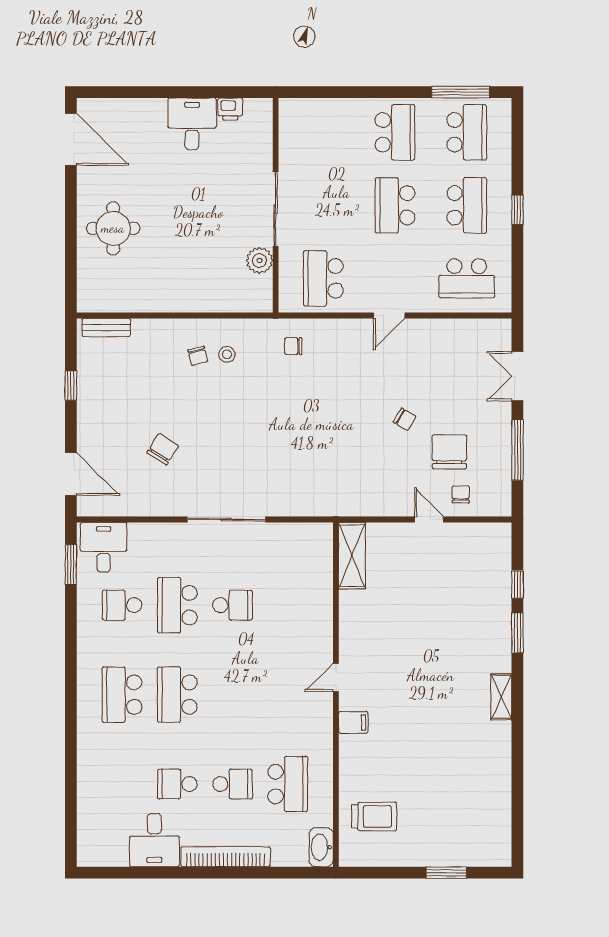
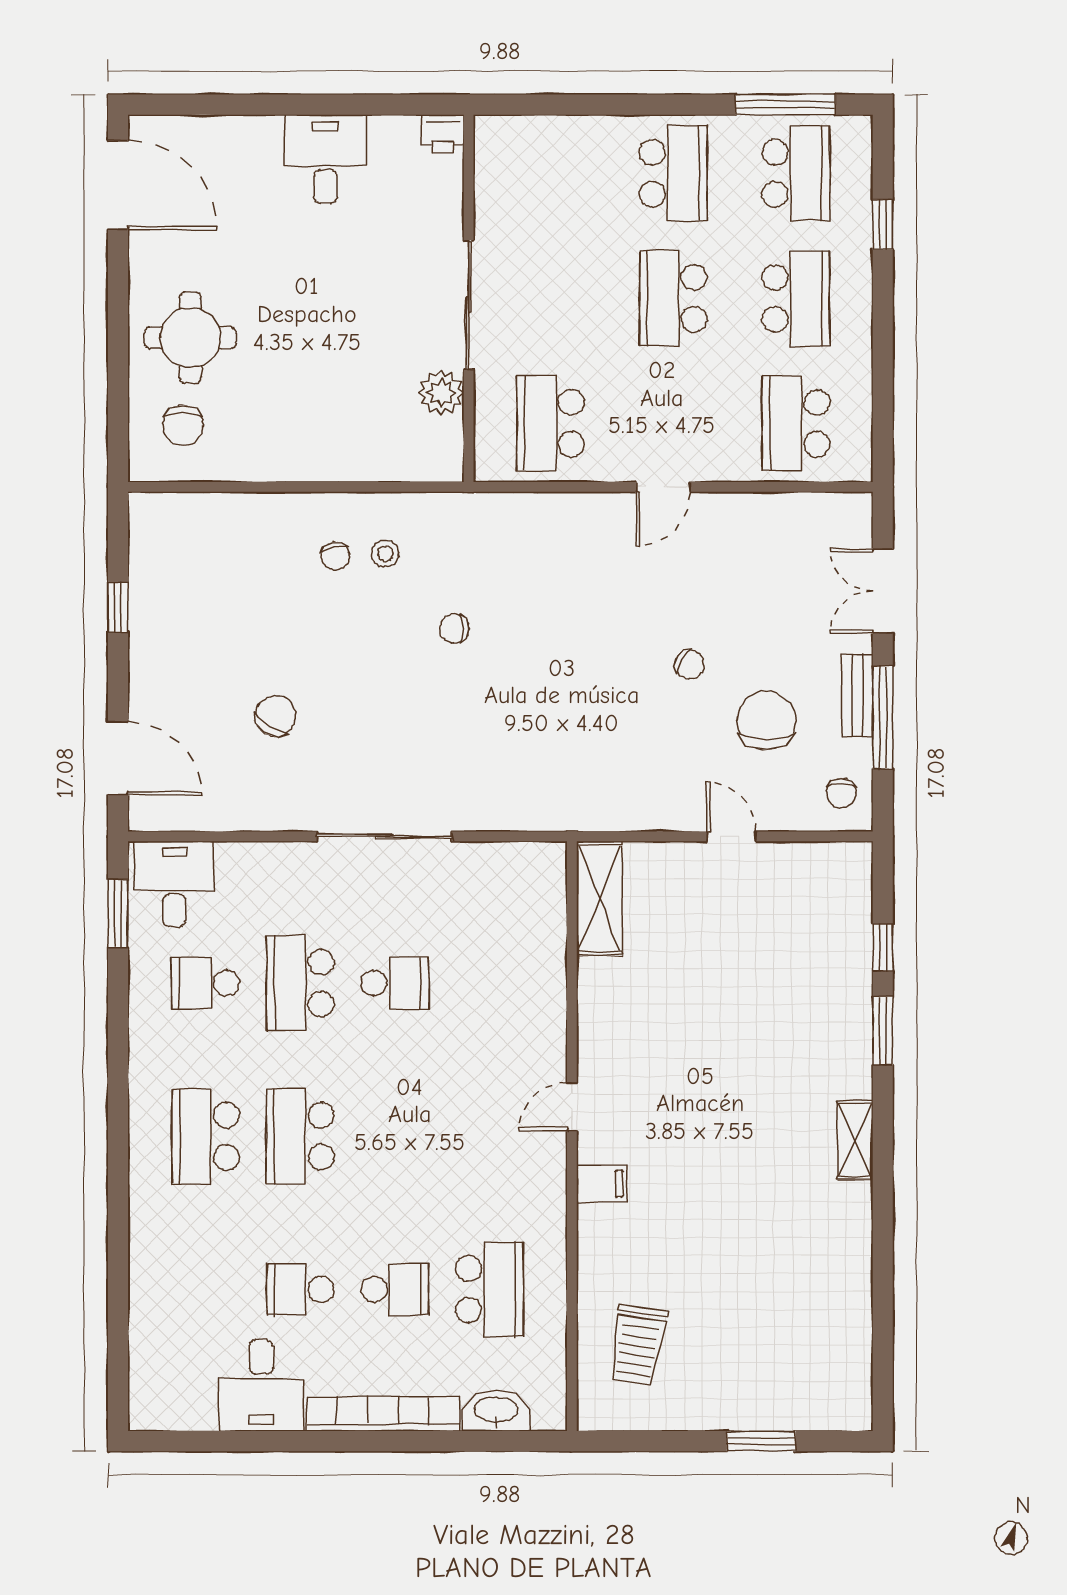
printer: (230, 109) -> (443, 134), moved
window: (517, 210) -> (883, 225), moved
school desk: (467, 278) -> (796, 423), turned 90
chair: (109, 280) -> (183, 425), added
bench: (106, 327) -> (857, 696), moved, turned 90
chair: (293, 346) -> (454, 629), moved
chair: (461, 494) -> (841, 793), moved, turned 180
trolley: (374, 816) -> (637, 1345), turned 99
washbasin: (321, 847) -> (496, 1411), moved, turned 90

